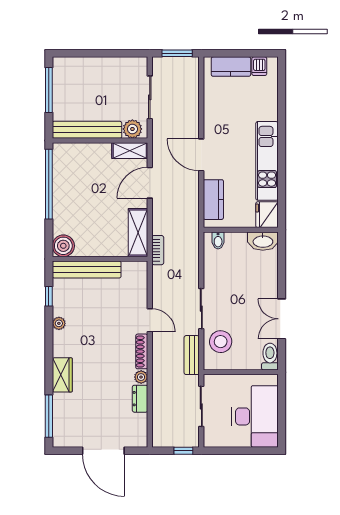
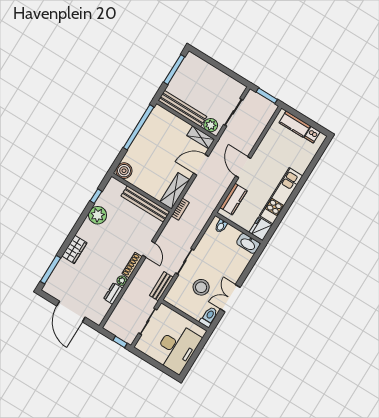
bench: (87, 270) -> (145, 204), moved
plant: (59, 323) -> (98, 215), width x1.88, depth x1.88
stool: (221, 342) -> (201, 287), moved

